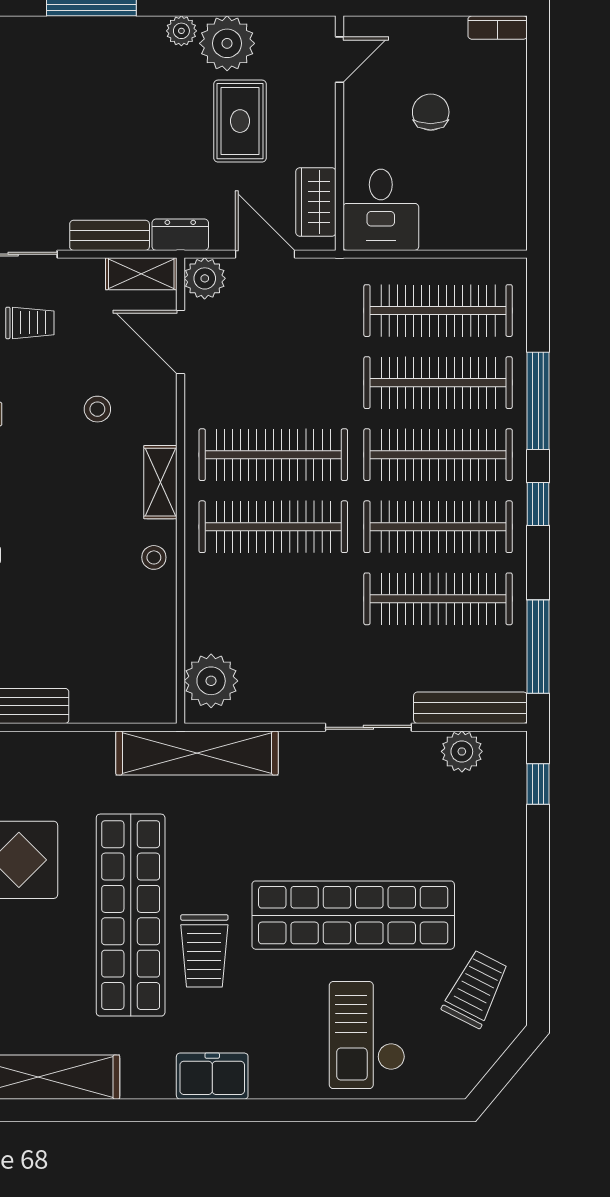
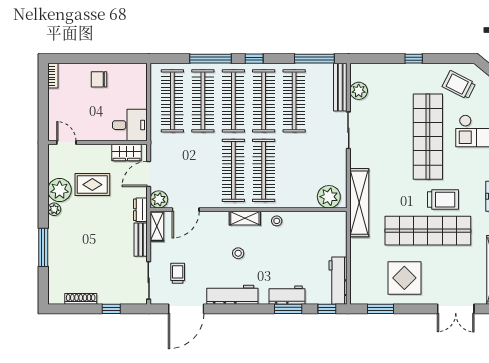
chair: (431, 112) -> (99, 79), moved
stool: (97, 409) -> (238, 253), moved
window: (538, 784) -> (414, 59), moved

